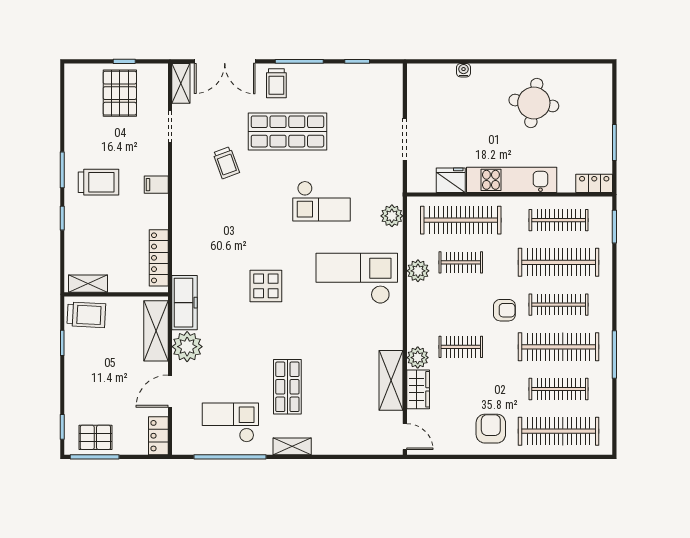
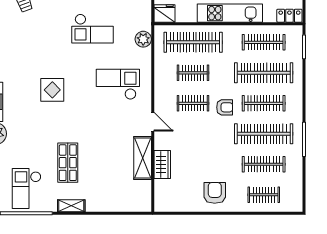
fridge: (451, 180) -> (164, 13), moved
plant: (418, 271) -> (162, 79), removed
checkout: (357, 278) -> (118, 84), width x0.73, depth x0.83
clothes rail: (461, 347) -> (193, 103), moved
plant: (418, 358) -> (162, 142), removed
checkout: (230, 423) -> (27, 188), turned -90
clothes rail: (559, 431) -> (264, 195), width x0.54, depth x0.76
door: (405, 437) -> (153, 122), moved

